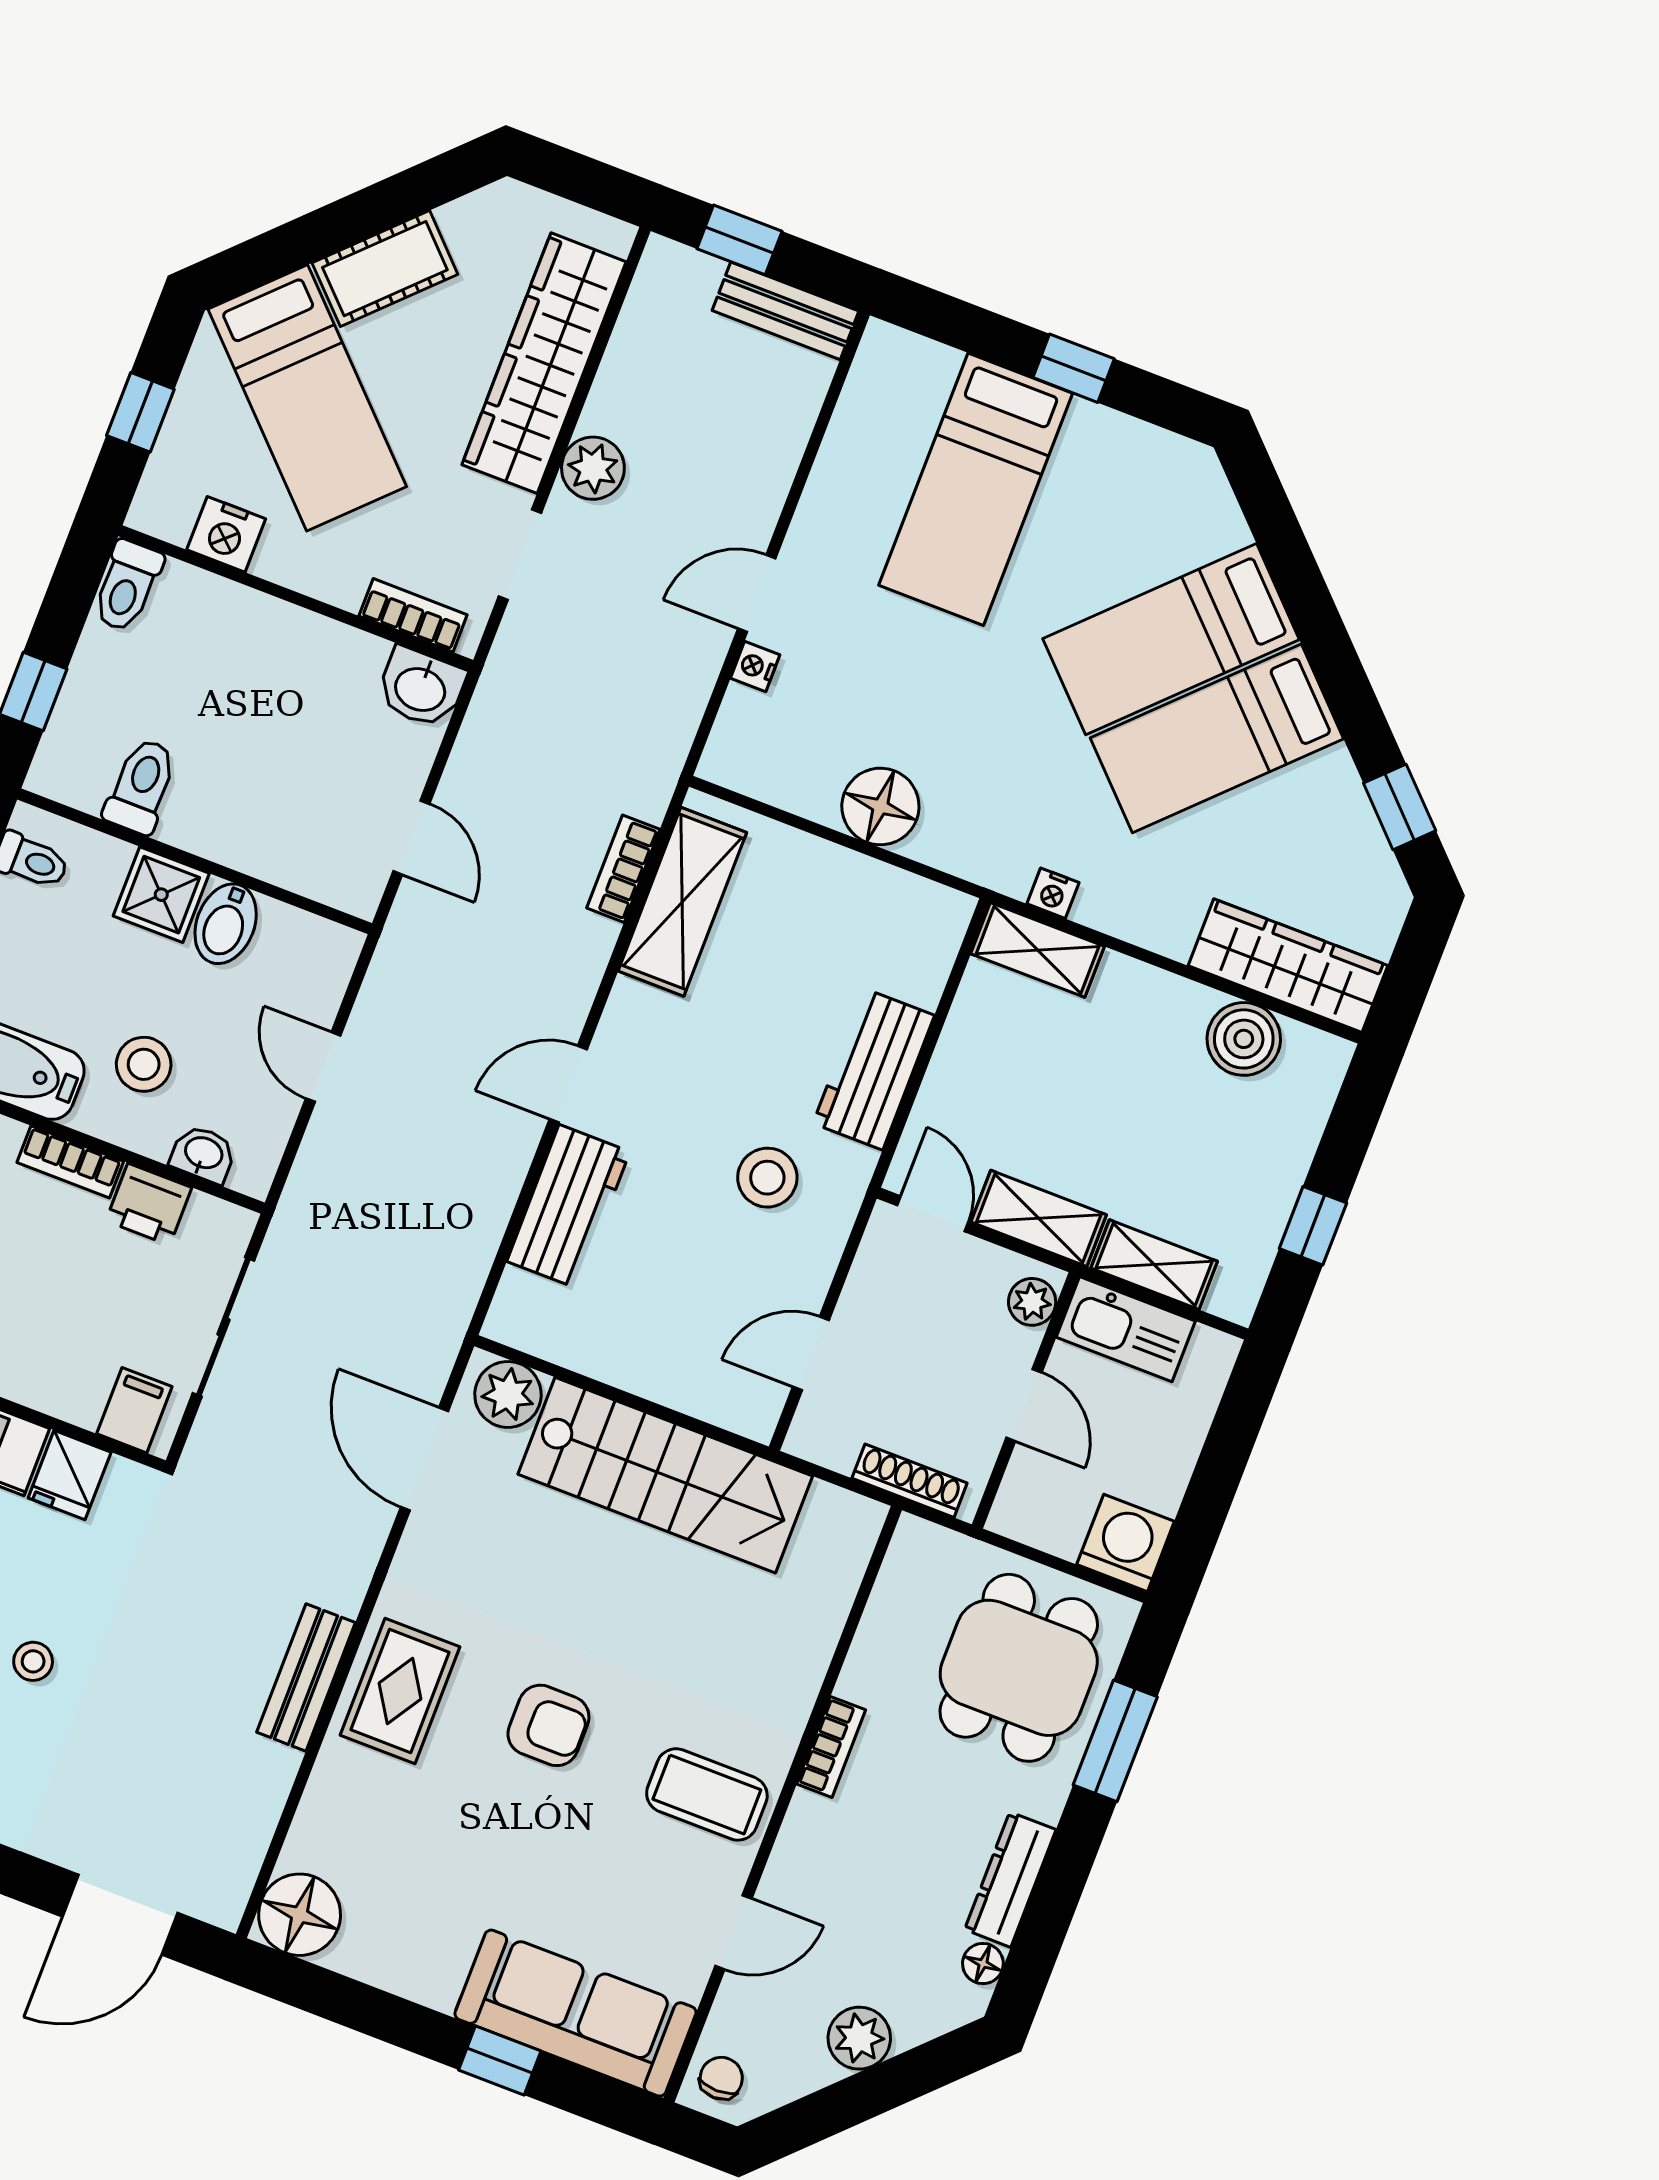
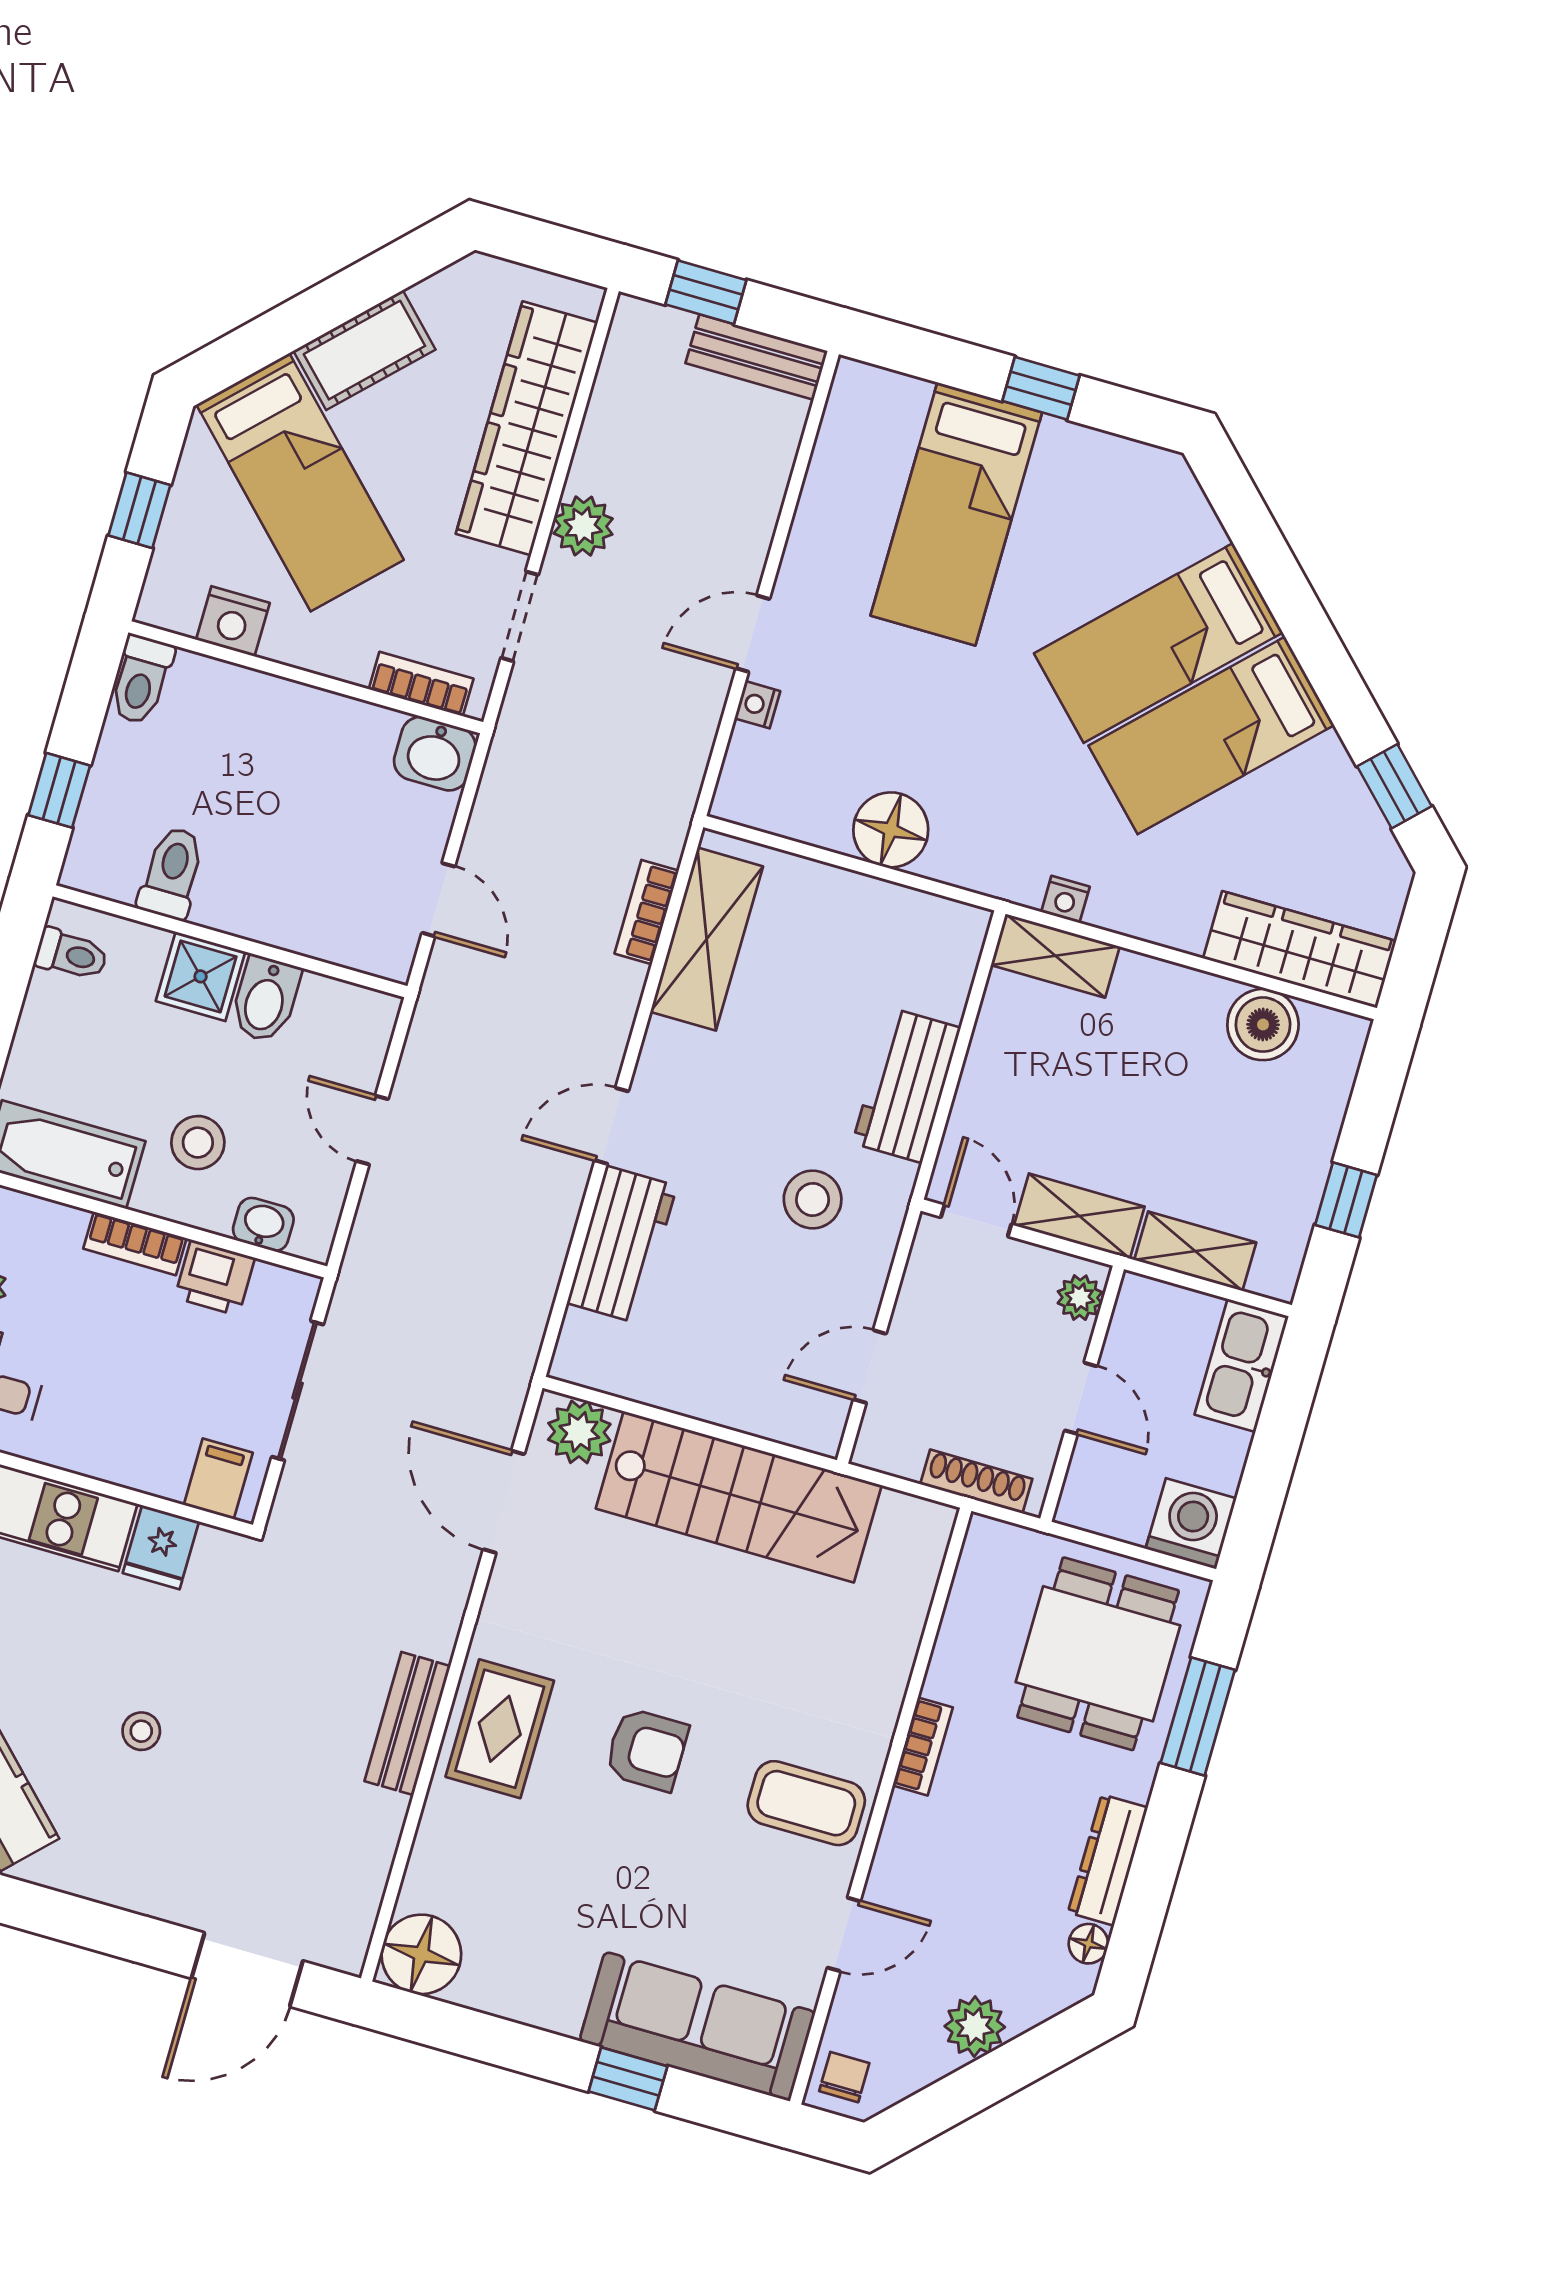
kitchen sink: (1126, 1329) -> (1242, 1365), moved, turned 90

